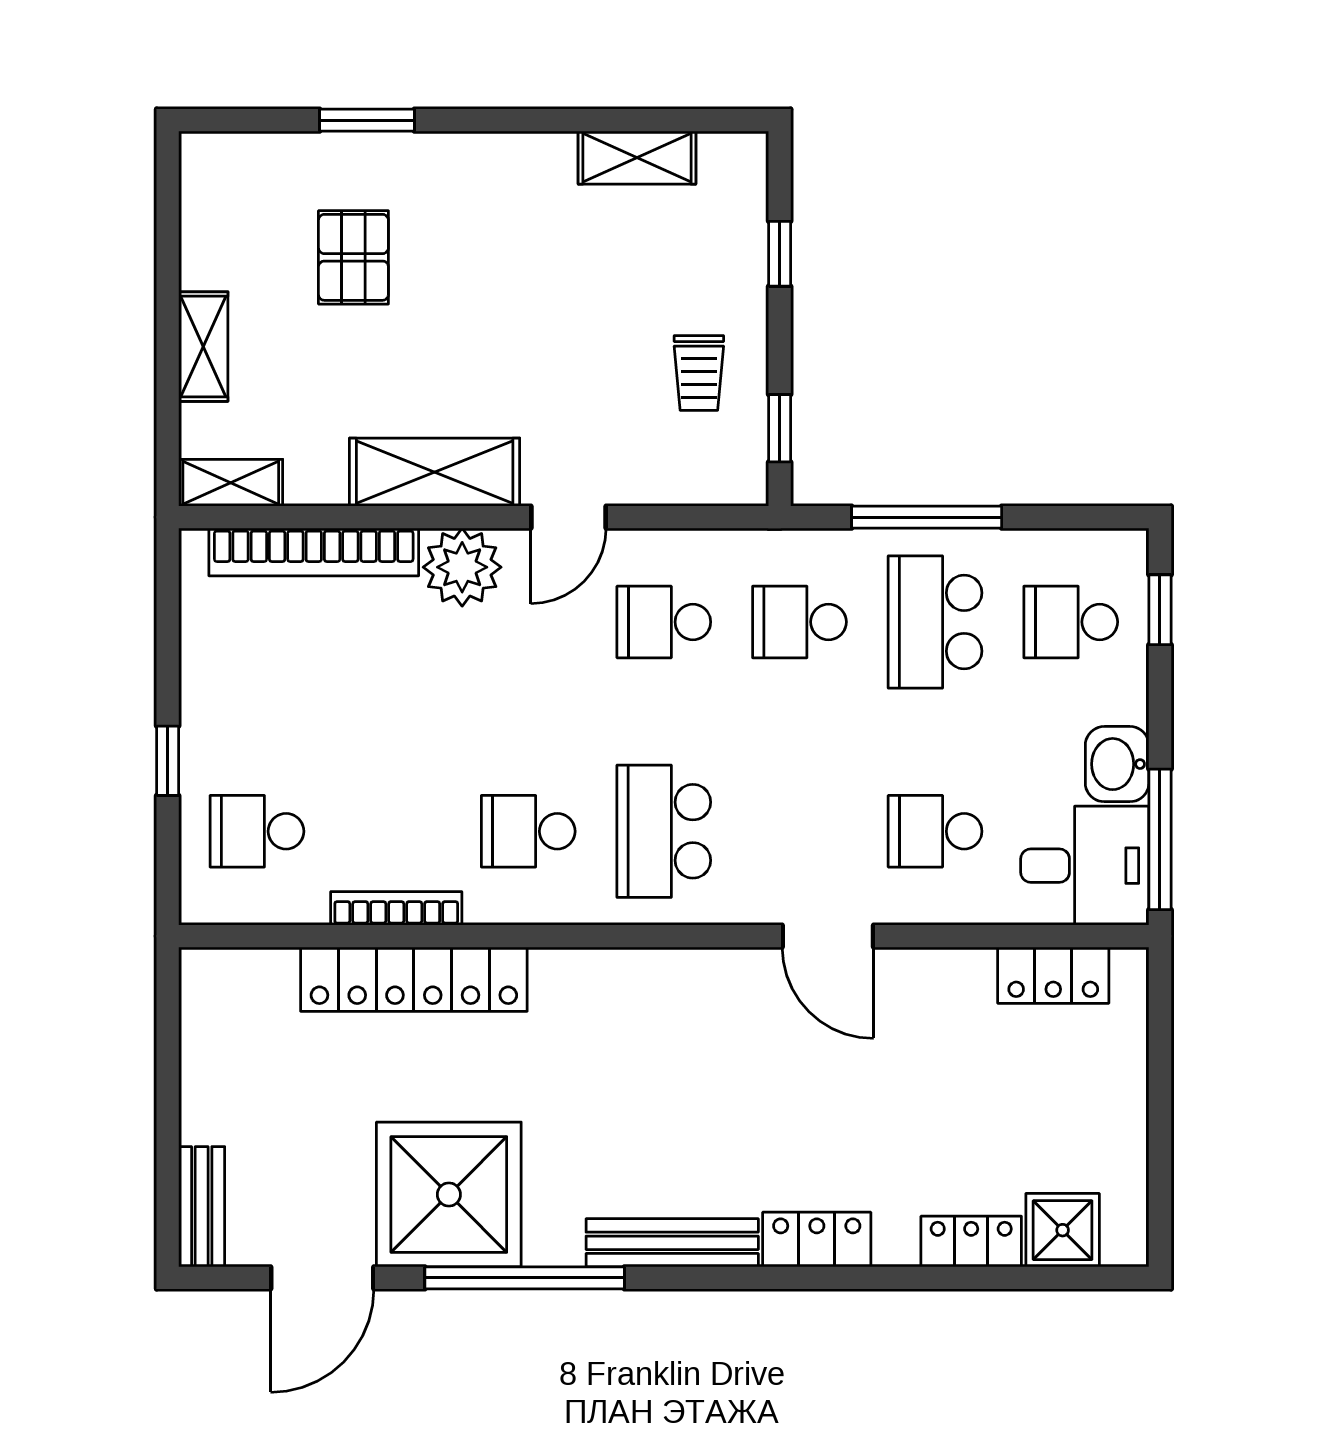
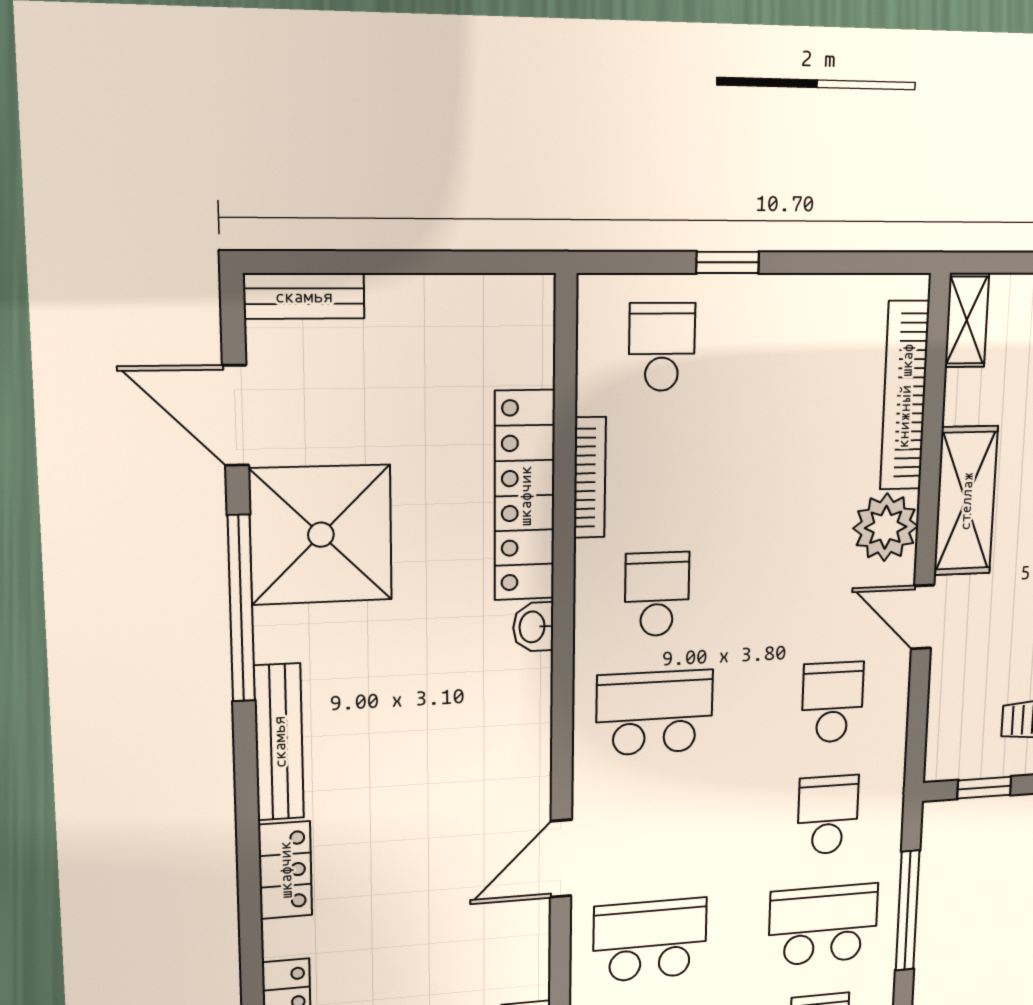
school desk: (935, 831) -> (650, 940), width x1.85
washbasin: (559, 969) -> (533, 627), added

